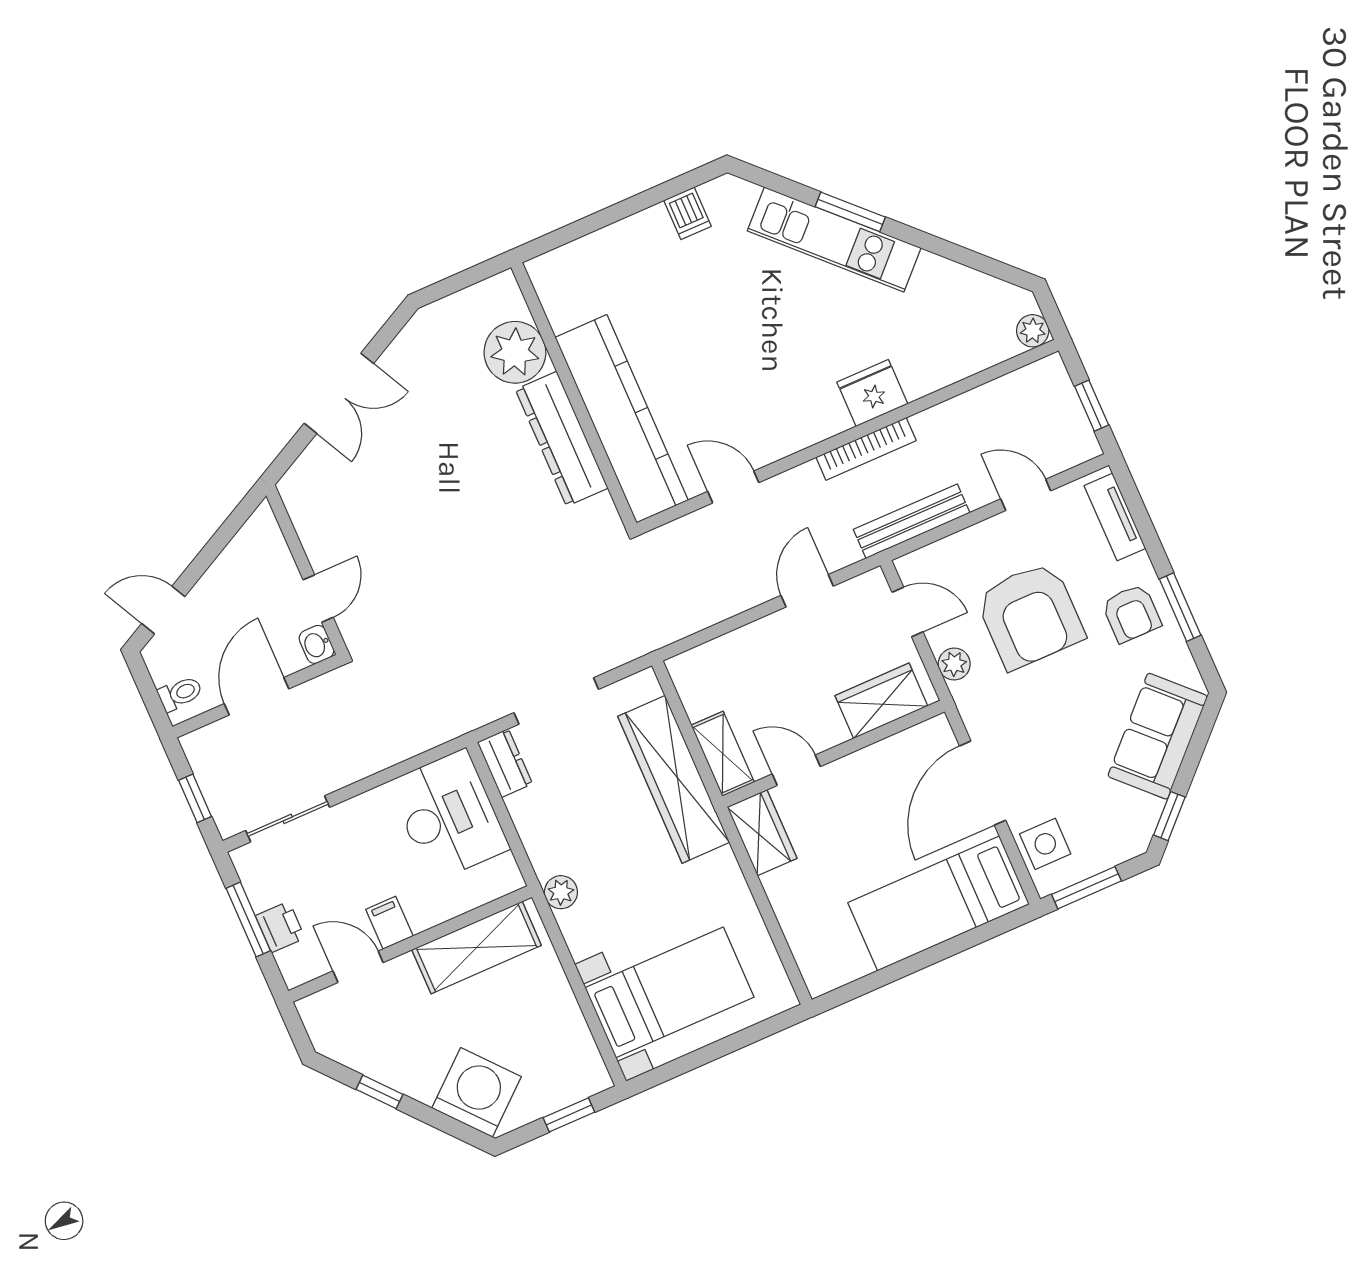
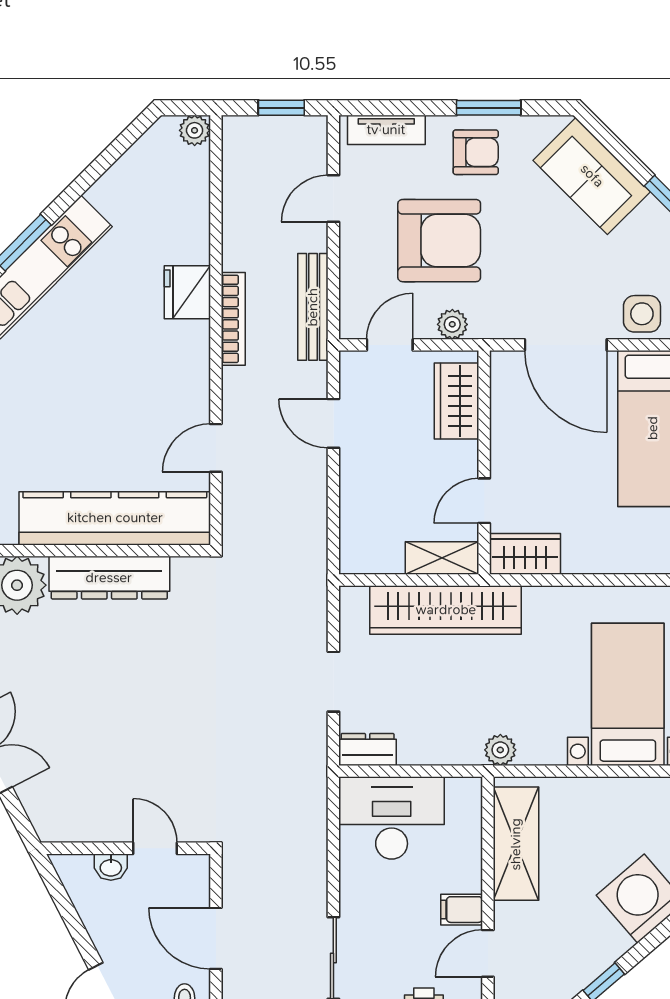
washbasin: (316, 644) -> (111, 867), moved
doorway: (556, 701) -> (333, 682), width x0.73

